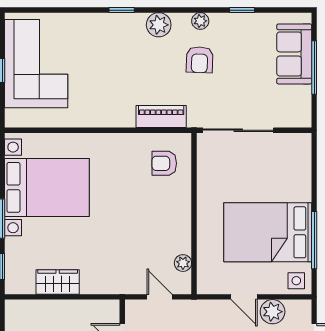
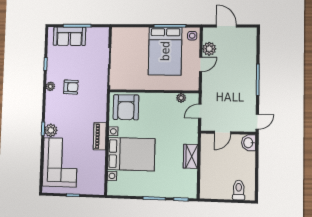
plant: (159, 25) -> (51, 130), moved
corner sofa: (36, 64) -> (60, 162), moved, turned 90
piano: (161, 117) -> (100, 136), moved
armchair: (164, 163) -> (126, 107), width x1.88, depth x1.88
bed with nightstands: (47, 187) -> (131, 154), moved, turned 90
wardrobe: (58, 282) -> (191, 156), moved

